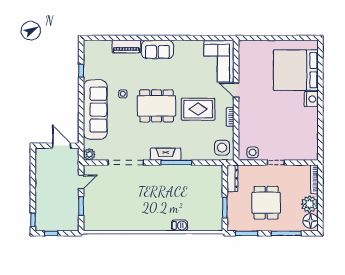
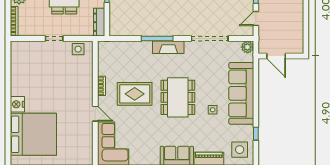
dining table: (156, 106) -> (178, 97), turned 90
side table: (222, 148) -> (240, 150), moved

